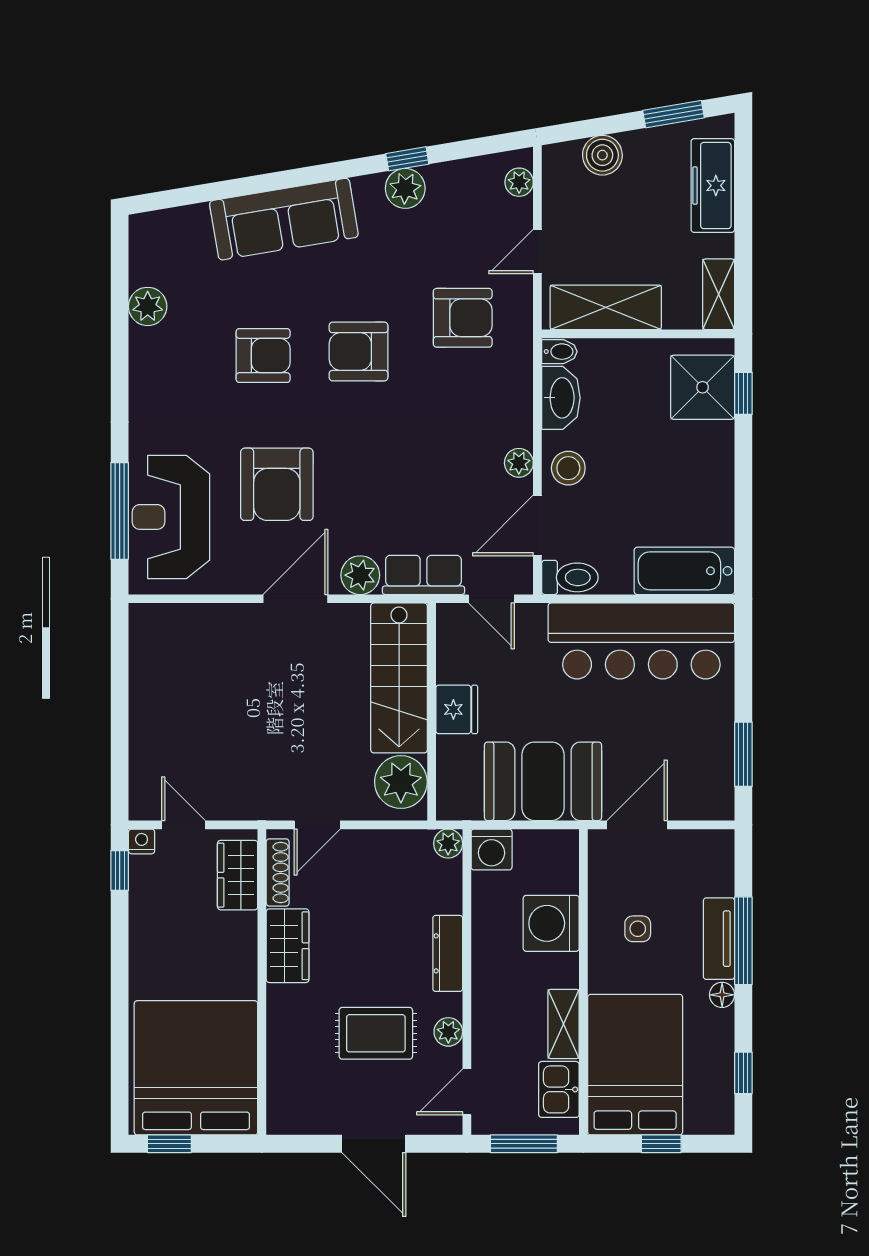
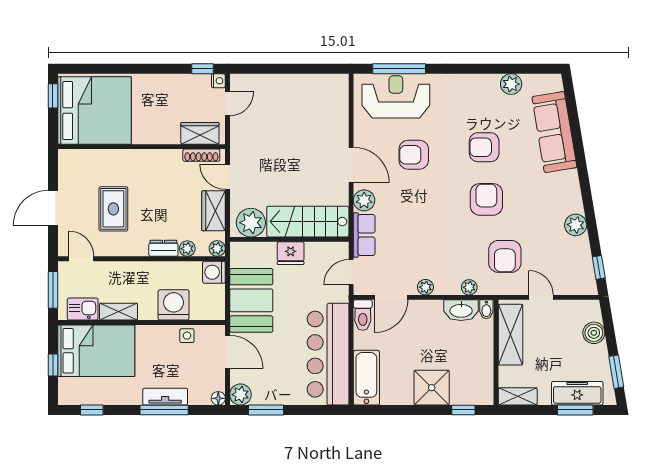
window: (407, 159) -> (599, 267), moved
plant: (519, 182) -> (469, 287), moved
window: (743, 189) -> (575, 410), added
sofa: (284, 219) -> (554, 132), moved
armchair: (263, 356) -> (484, 147), turned 90
shower: (703, 387) -> (432, 388), moved
stool: (568, 468) -> (423, 314), removed
armchair: (277, 484) -> (414, 155), width x0.73, depth x0.73
door: (537, 526) -> (391, 297), swing flipped
plant: (715, 801) -> (240, 395), added
side table: (638, 929) -> (187, 336), moved
wardrobe: (288, 946) -> (213, 211), moved, turned 90
dresser: (448, 953) -> (163, 248), width x0.70
floor lamp: (722, 995) -> (218, 398), moved
plant: (448, 1032) -> (187, 249), moved

